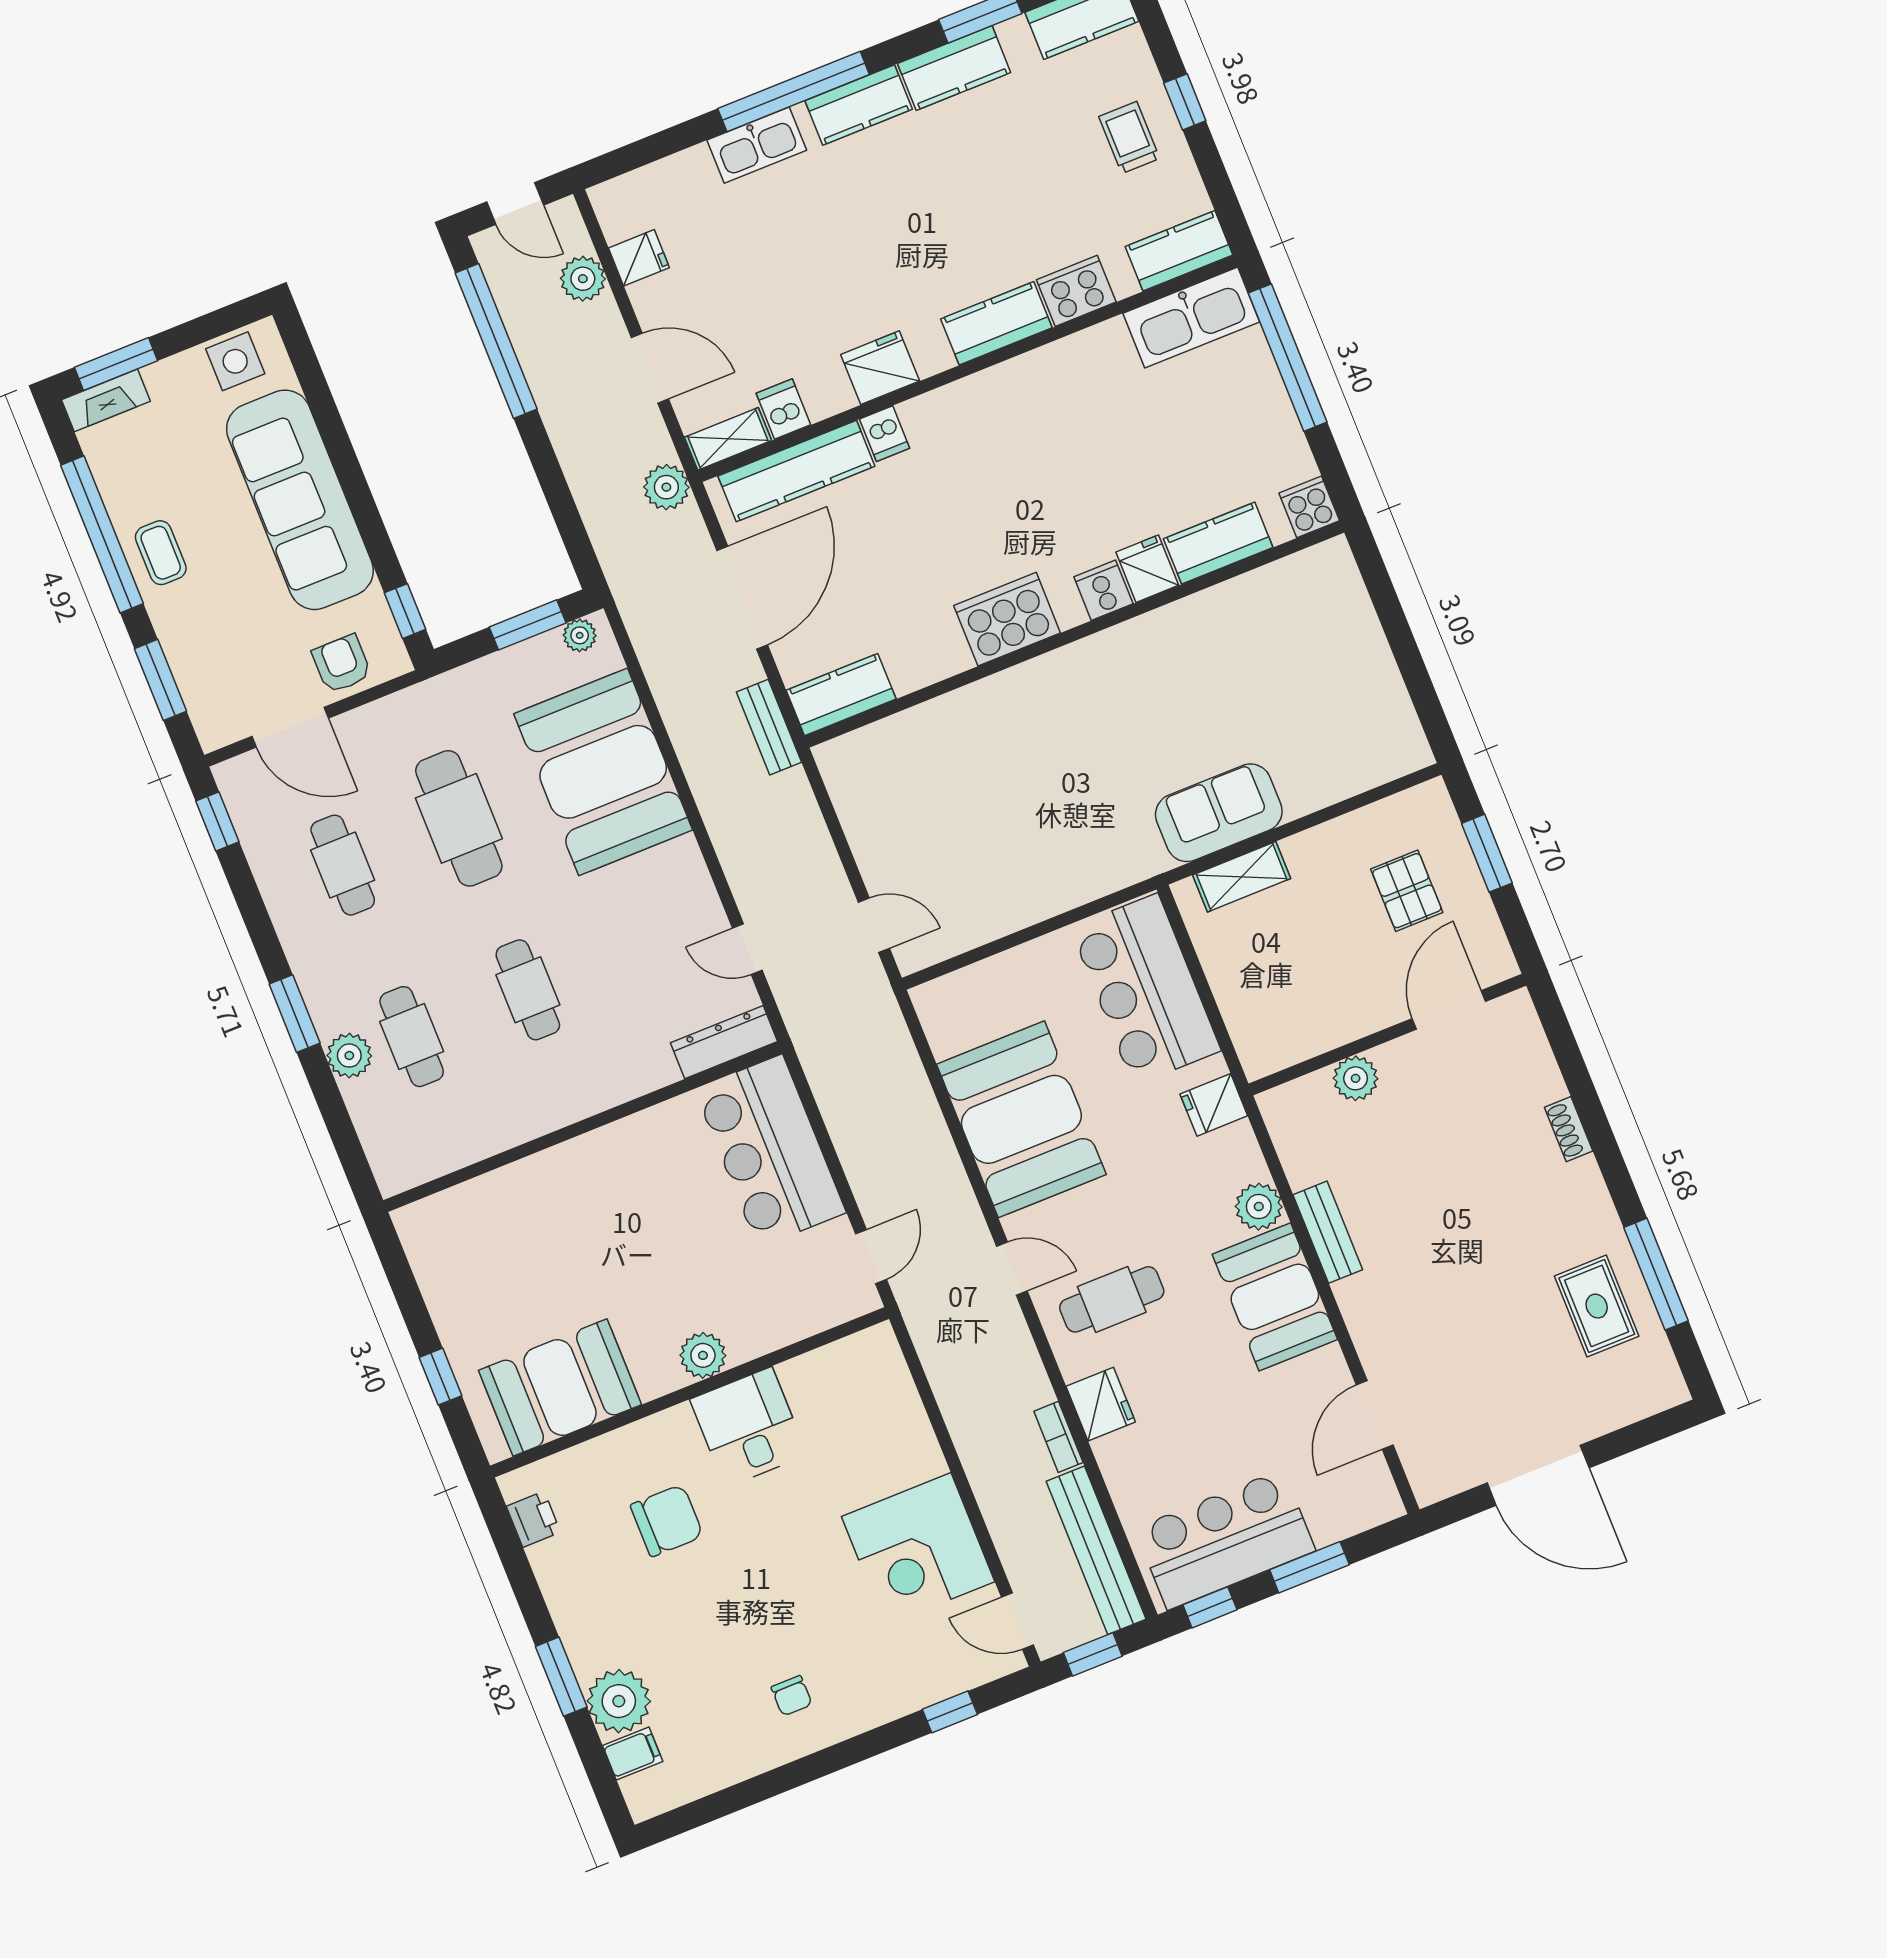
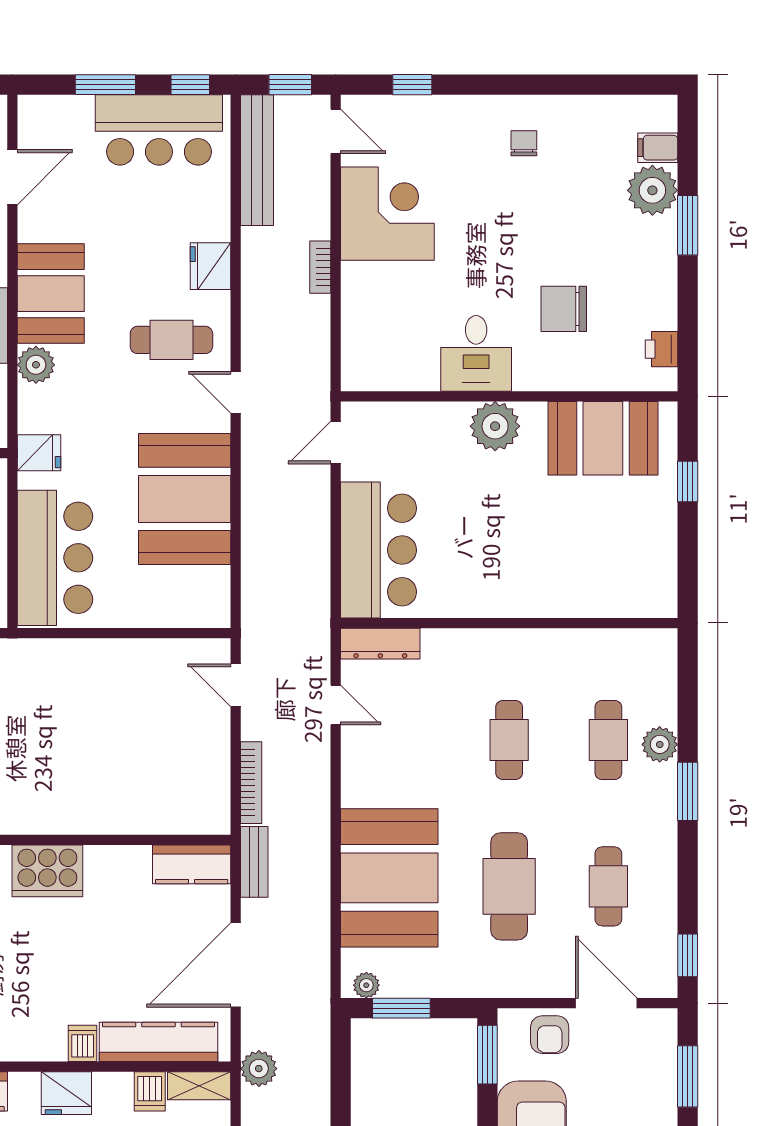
window: (405, 611) -> (487, 1055), width x1.50
bookcase: (810, 818) -> (251, 783), added
plant: (703, 1355) -> (495, 426), width x1.36, depth x1.36
bookcase: (1058, 1437) -> (320, 267), moved, turned 180

